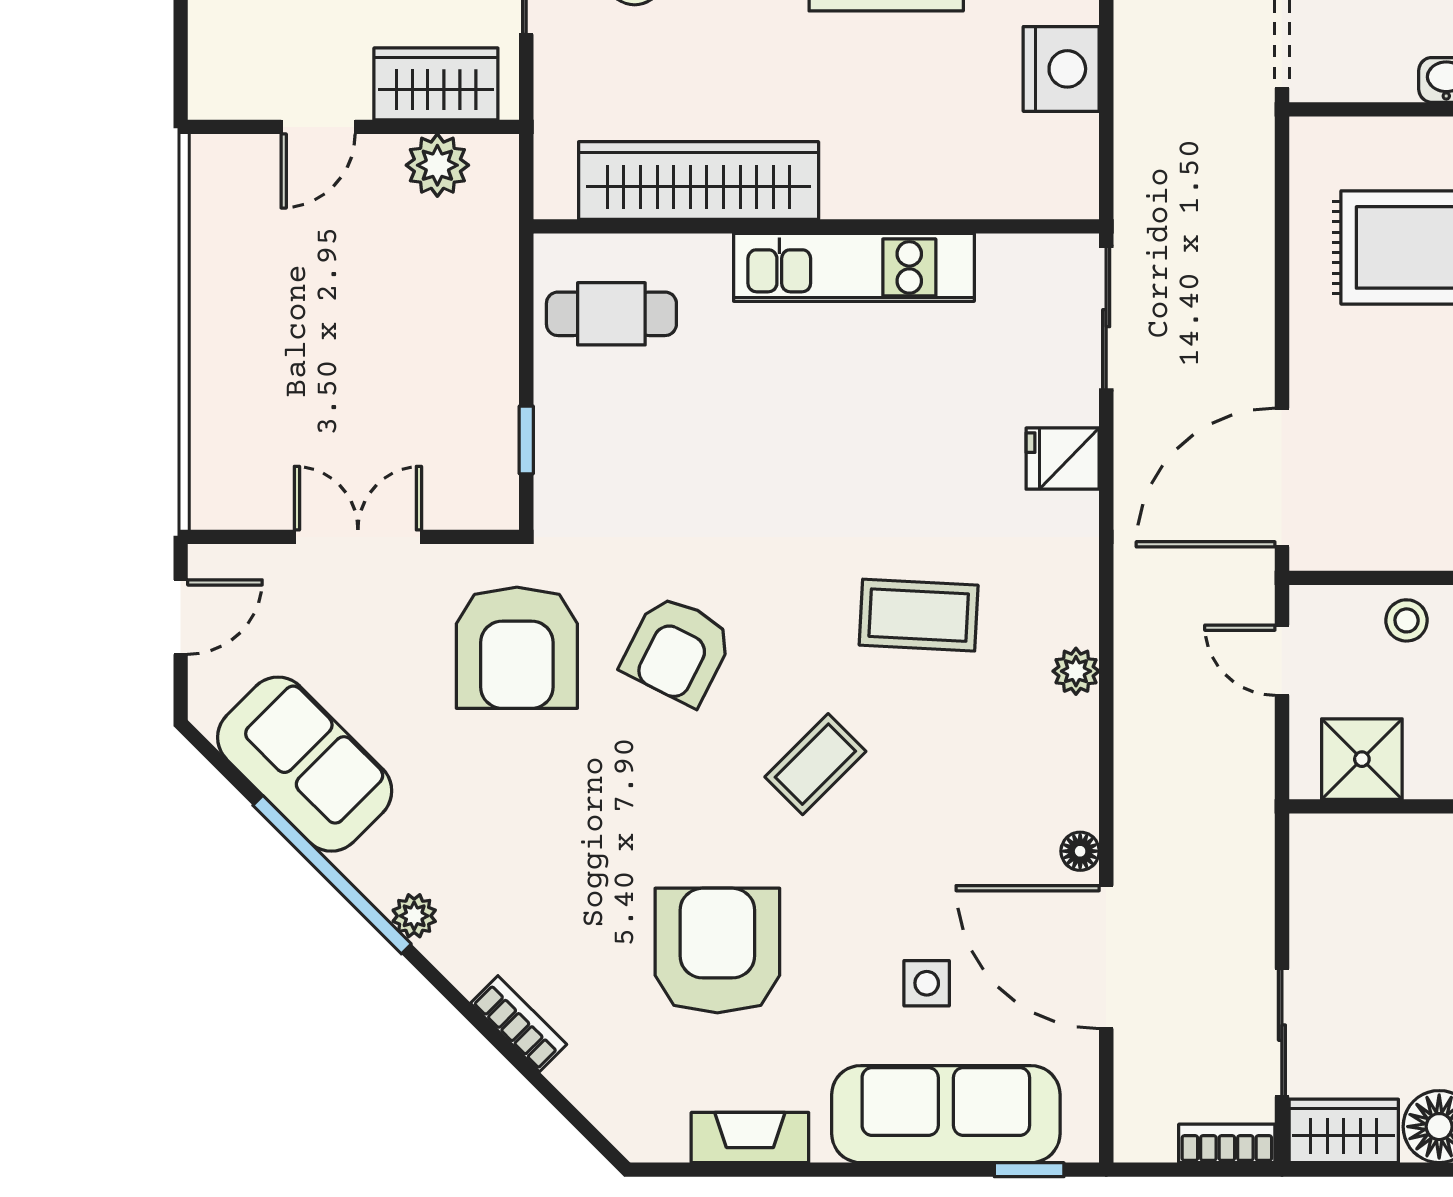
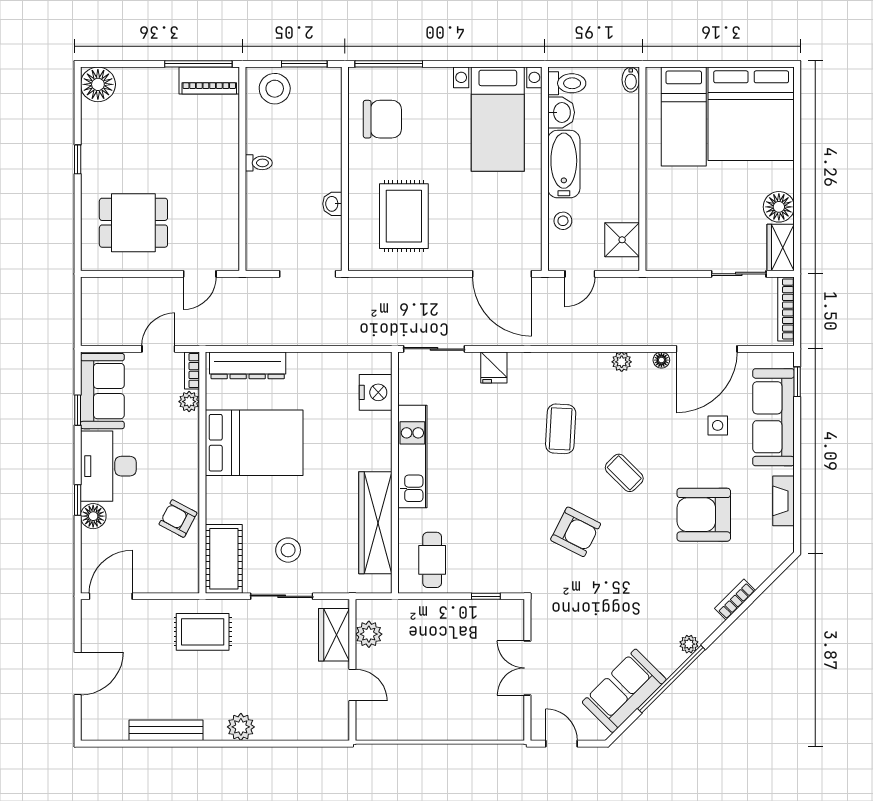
nightstand: (1061, 69) -> (376, 392), moved, turned 90
armchair: (517, 648) -> (575, 600), removed
plant: (1076, 671) -> (622, 362), moved
bookcase: (1227, 1143) -> (786, 309), width x1.56

